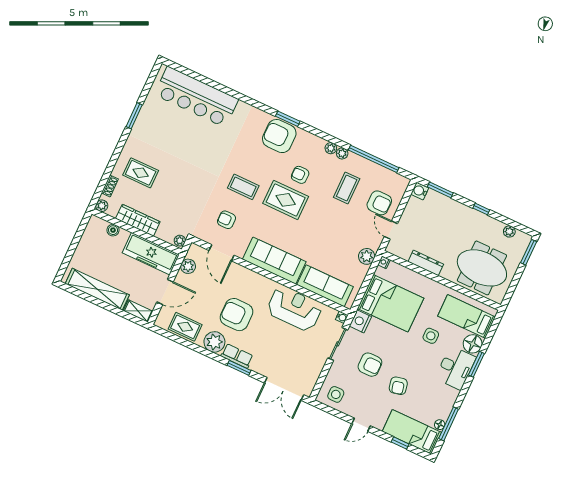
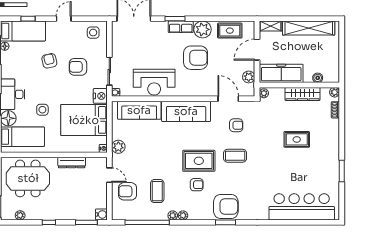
rug: (141, 173) -> (297, 139), moved

